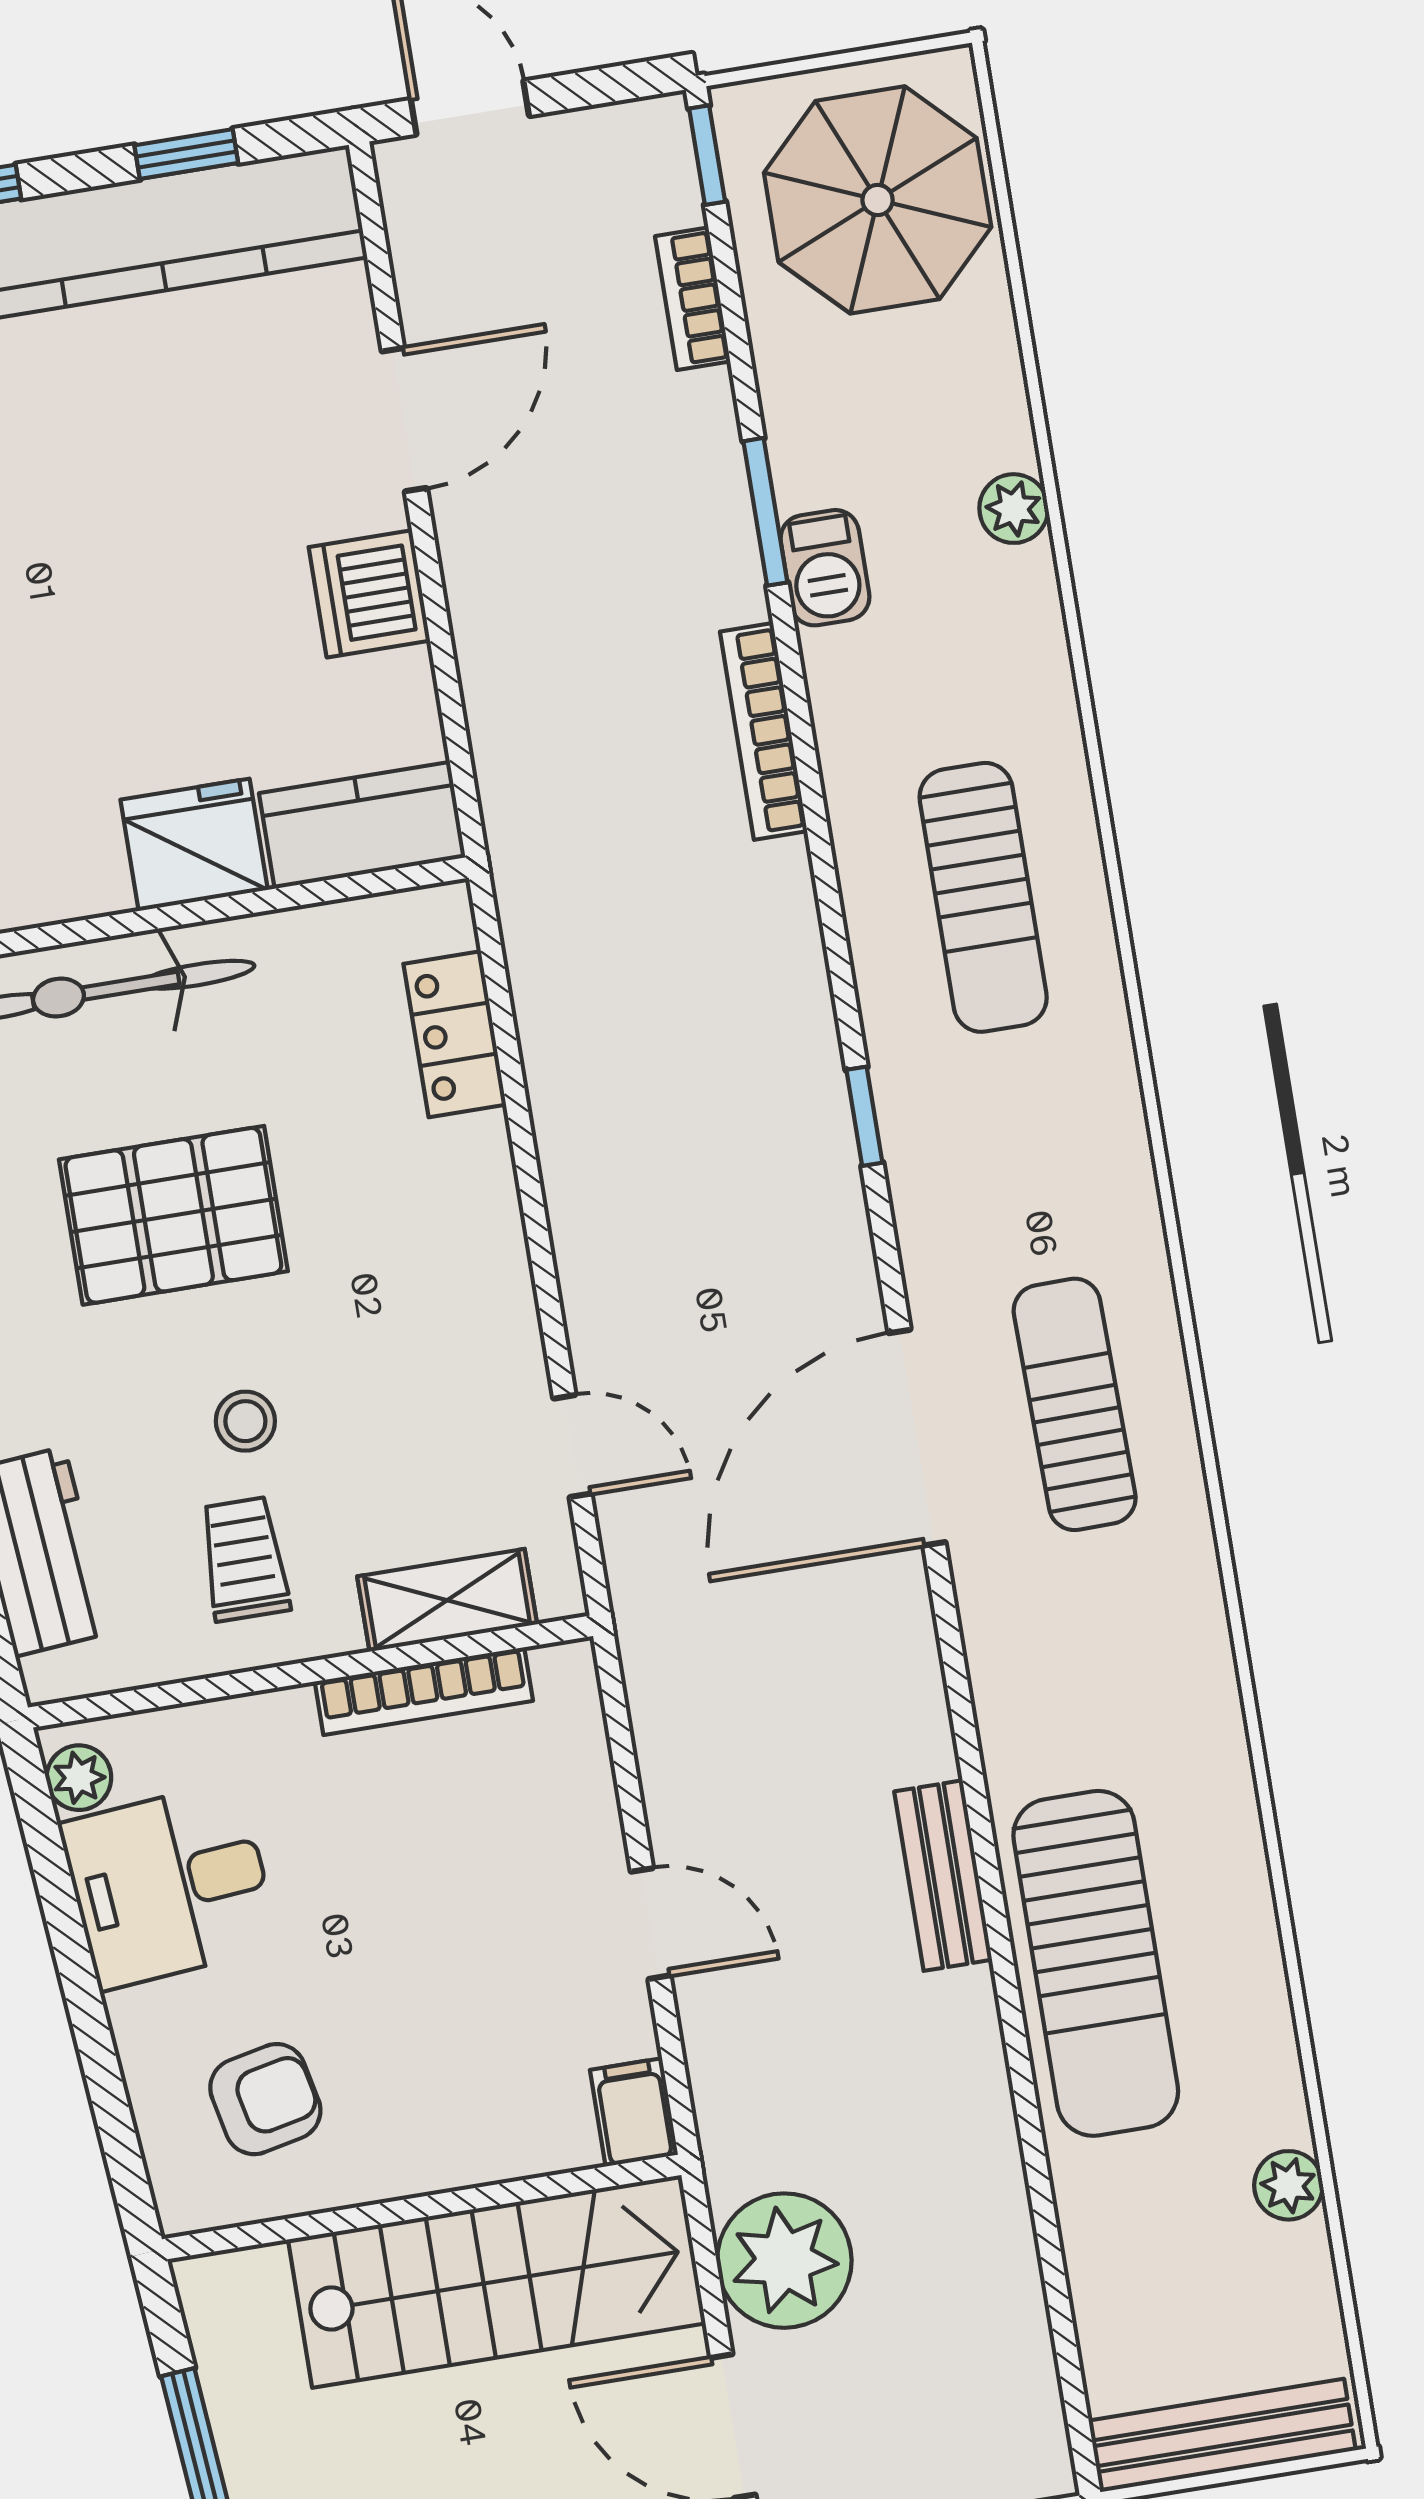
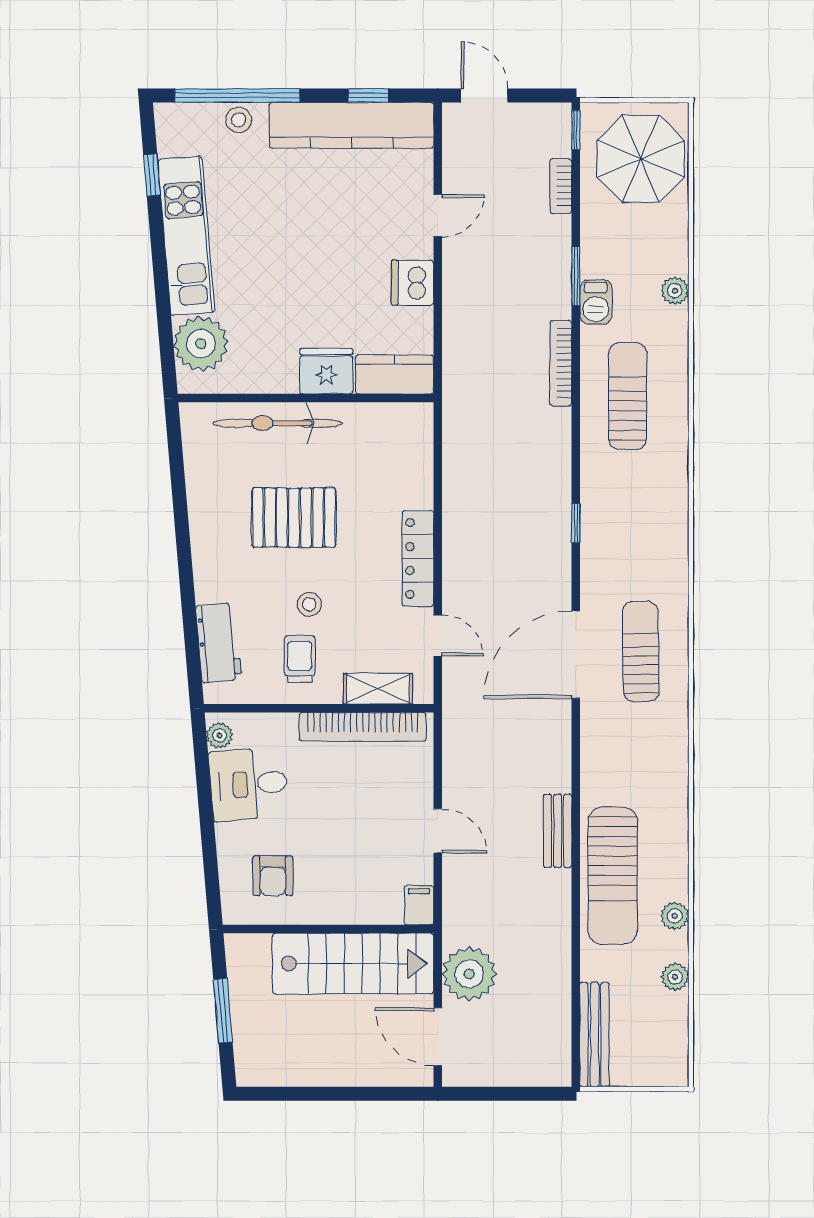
door: (404, 420) -> (438, 215), width x0.73
sun lounger: (983, 897) -> (628, 396), moved, turned 180
locker: (455, 1034) -> (418, 558), moved, width x1.53
bookcase: (424, 1691) -> (363, 727), width x1.48, depth x1.31
plant: (1263, 2036) -> (675, 916), added
armchair: (265, 2099) -> (273, 876), turned 102
bench: (1222, 2435) -> (595, 1035), moved, turned 90

